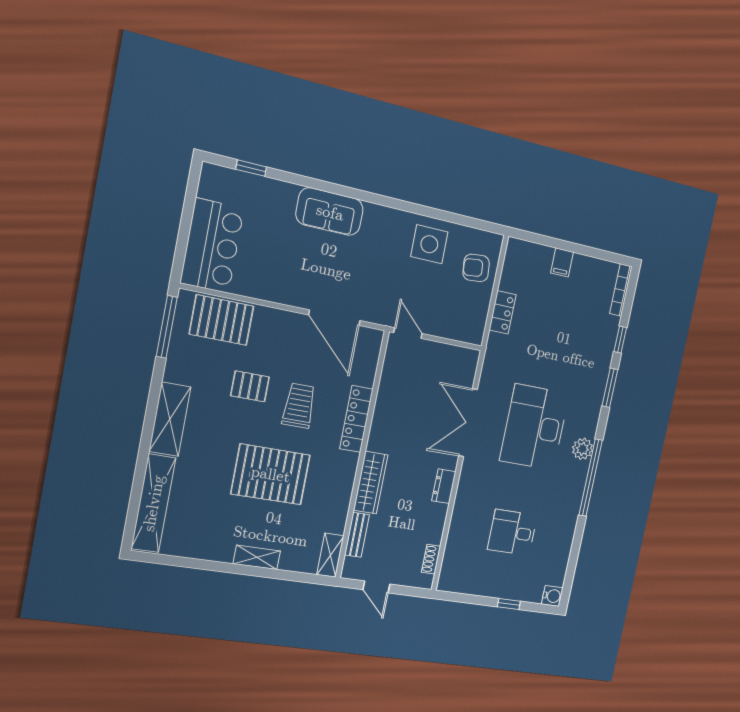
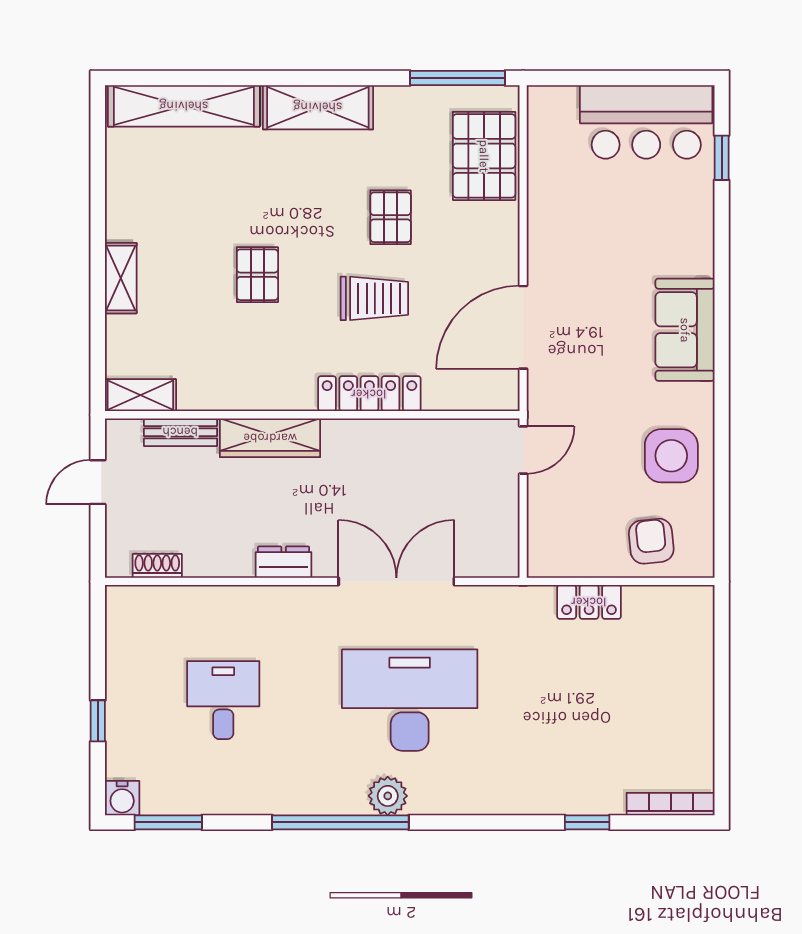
sofa: (330, 212) -> (685, 330), moved
bar counter: (212, 246) -> (646, 122), moved
filing cabinet: (562, 262) -> (693, 687), removed
window: (610, 388) -> (168, 822), moved
pallet: (271, 474) -> (257, 275), width x0.49, depth x0.50

